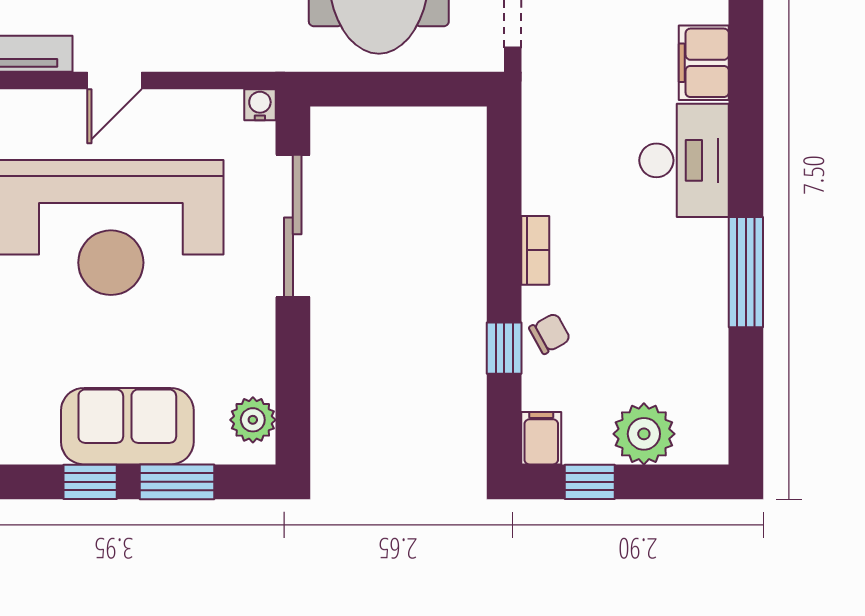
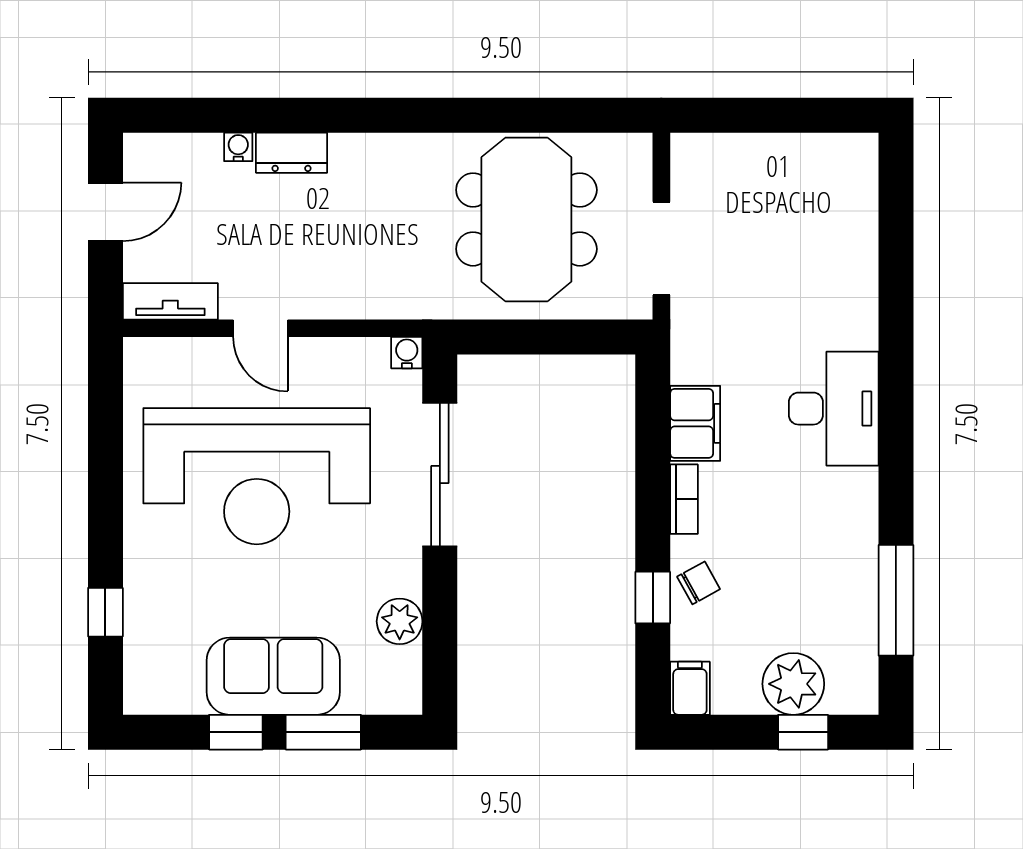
filing cabinet: (704, 63) -> (695, 423), moved, turned 180
door: (115, 80) -> (260, 328), hinge flipped
window: (746, 272) -> (896, 600), moved
plant: (253, 420) -> (400, 621), moved
window: (590, 482) -> (803, 732), moved

